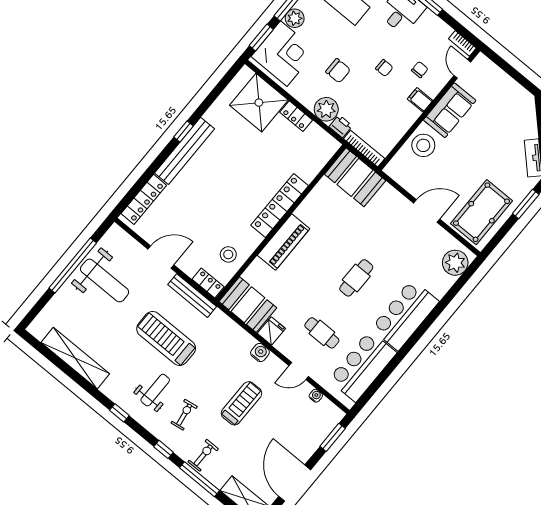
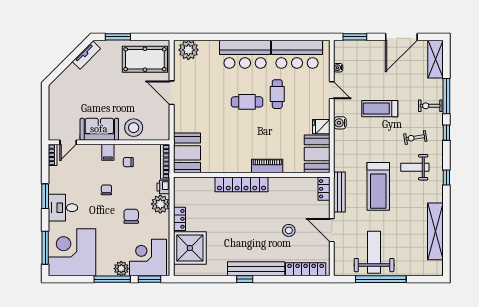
chair: (420, 70) -> (128, 162), moved
piano: (284, 242) -> (267, 166), width x0.73, depth x0.75
stool: (228, 254) -> (289, 230), moved
cafe table: (322, 333) -> (277, 94), moved

